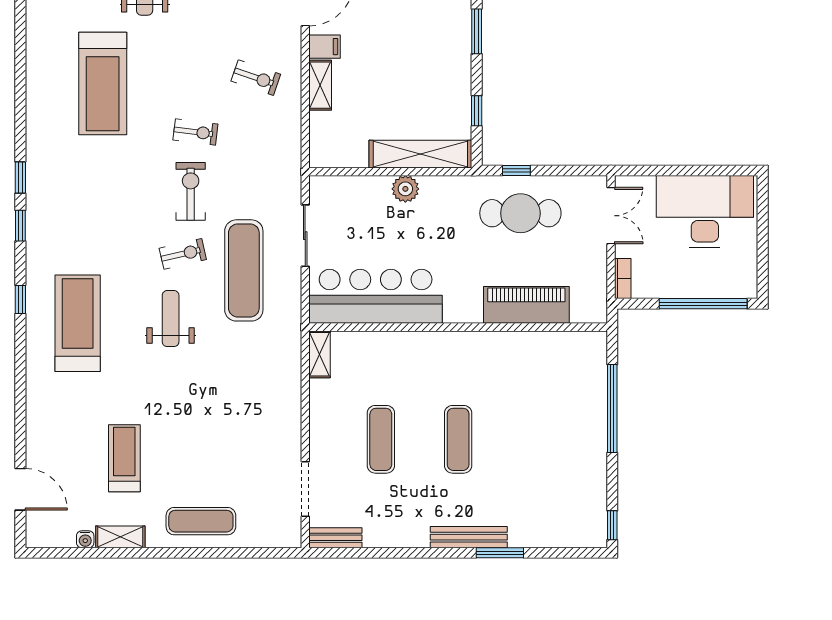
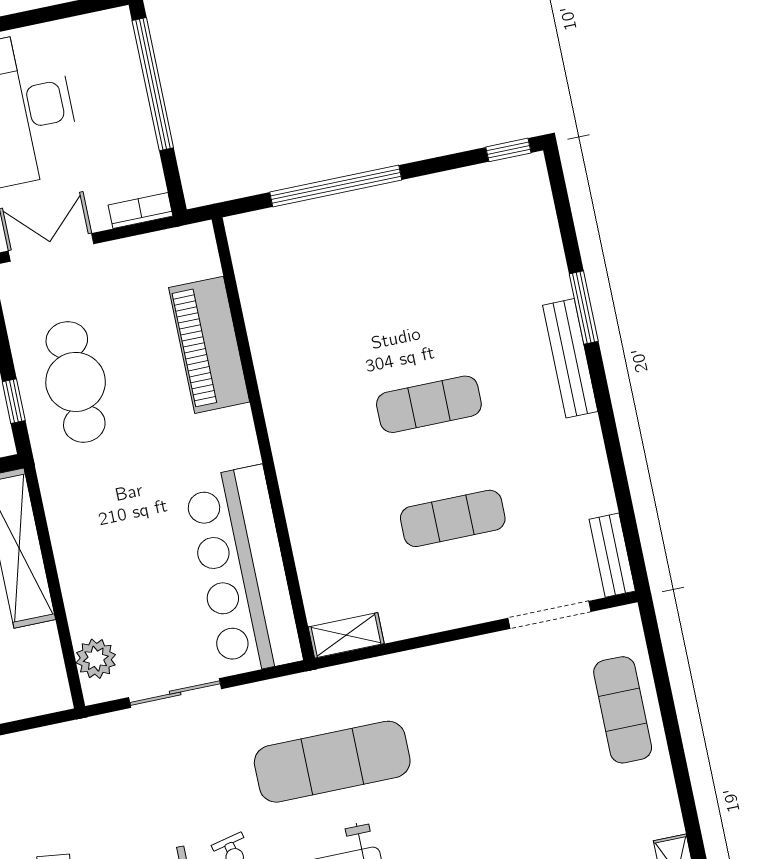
plant: (405, 189) -> (96, 659), moved
exercise mat: (244, 270) -> (332, 762), moved
exercise mat: (201, 521) -> (623, 710), moved

